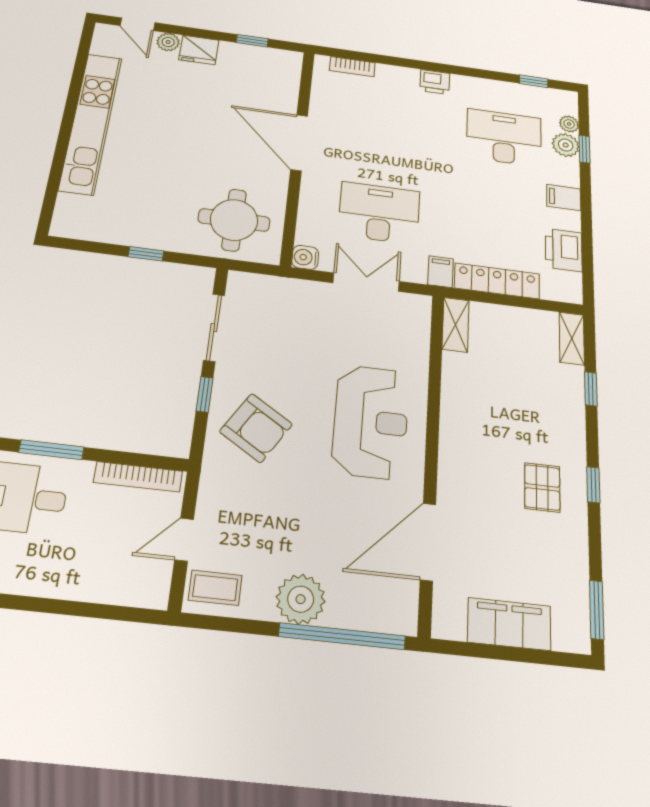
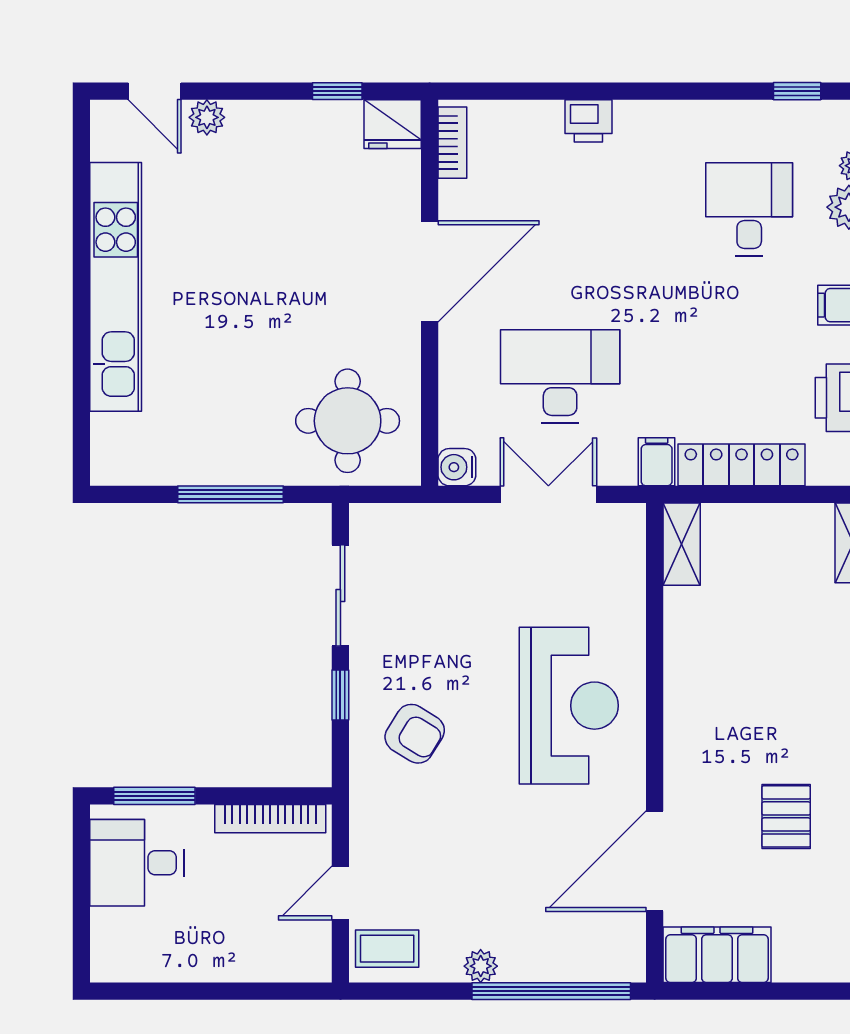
fridge: (199, 50) -> (393, 124), moved
bookcase: (352, 67) -> (452, 143), moved, turned -90
printer: (435, 82) -> (588, 121), moved
desk: (504, 137) -> (749, 209), width x0.73
door: (299, 143) -> (430, 271), swing flipped
window: (146, 254) -> (230, 494), width x2.17
armchair: (256, 428) -> (415, 734), width x0.72, depth x0.72
pallet: (542, 487) -> (786, 816), moved
plant: (301, 599) -> (481, 966), width x0.53, depth x0.53
filing cabinet: (509, 624) -> (717, 955), moved

